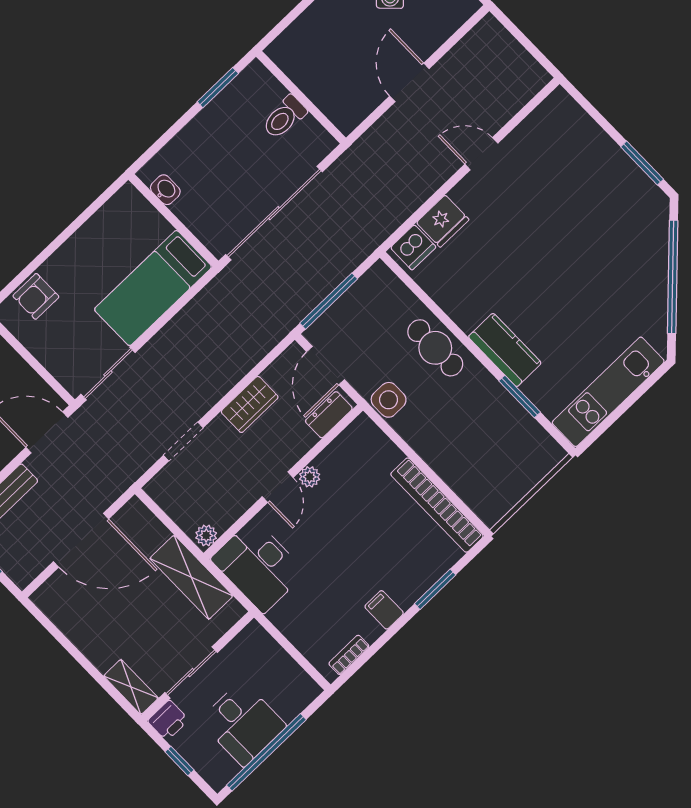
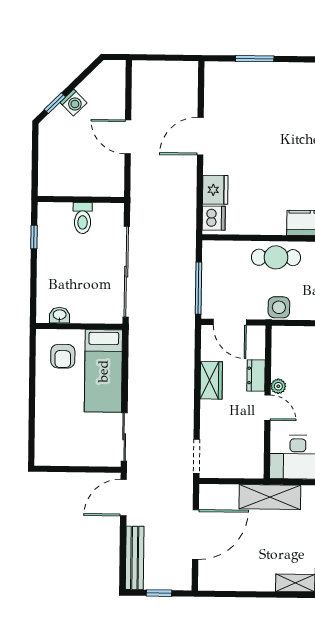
window: (218, 88) -> (34, 237), width x0.67
door: (481, 154) -> (200, 136), width x1.38
window: (642, 163) -> (255, 59), moved
armchair: (36, 296) -> (63, 356), moved
dresser: (329, 415) -> (256, 376), moved
doorway: (183, 442) -> (196, 456), moved
plant: (206, 535) -> (256, 468), removed

